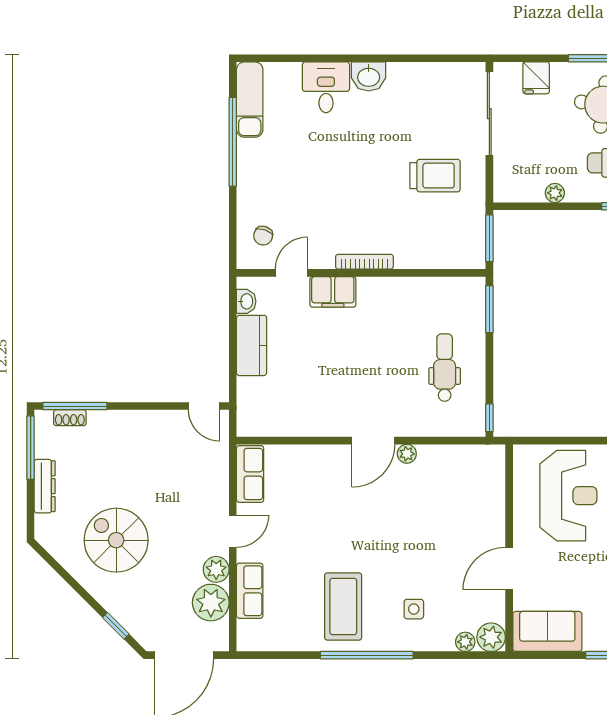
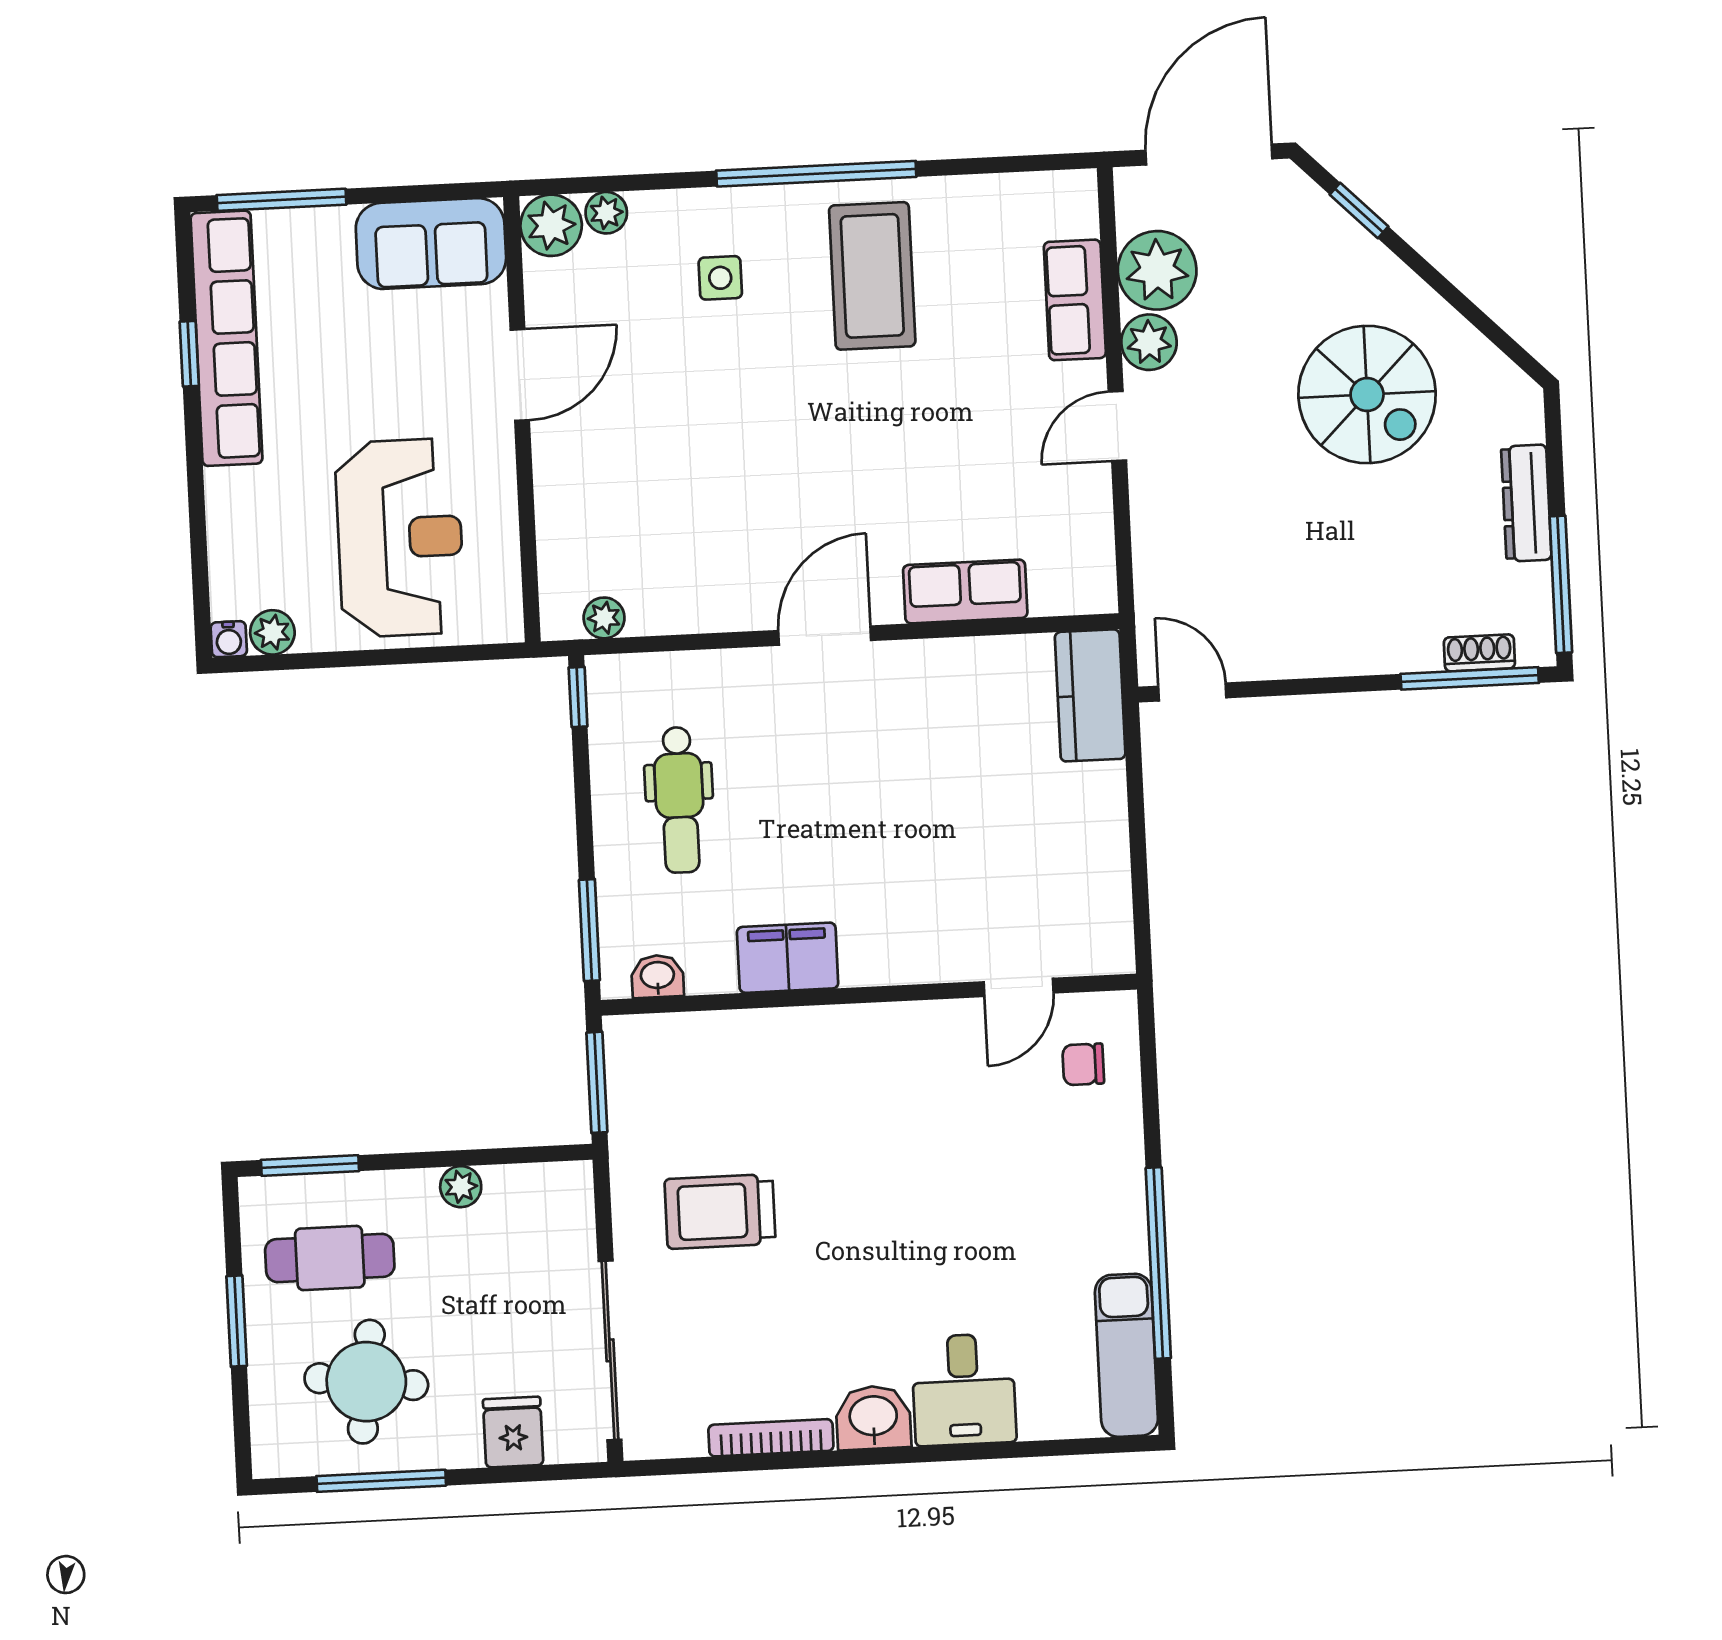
chair: (263, 236) -> (1083, 1064), turned -109
bookcase: (364, 262) -> (771, 1438), moved, turned 180
filing cabinet: (333, 292) -> (788, 958), moved
washbasin: (246, 301) -> (657, 976), moved, turned 90
kitchen counter: (252, 345) -> (1090, 695), moved
plant: (407, 454) -> (604, 618), moved
row of seats: (250, 474) -> (965, 591), moved, turned 90
reception desk: (568, 496) -> (400, 538), turned 180

